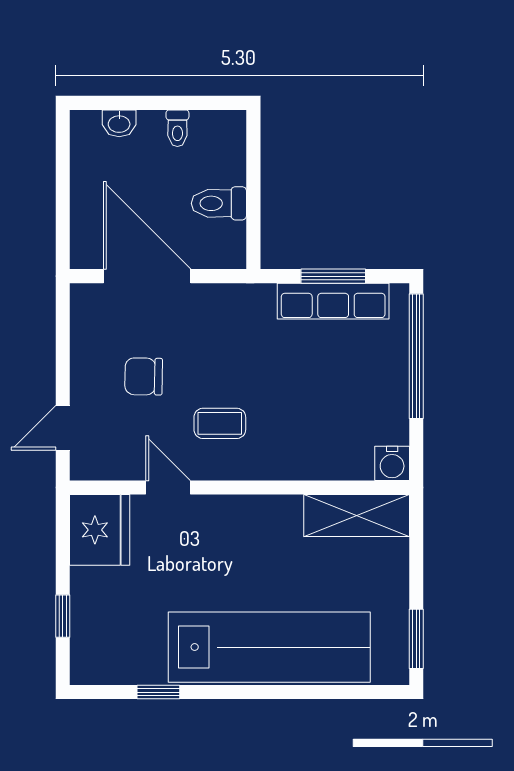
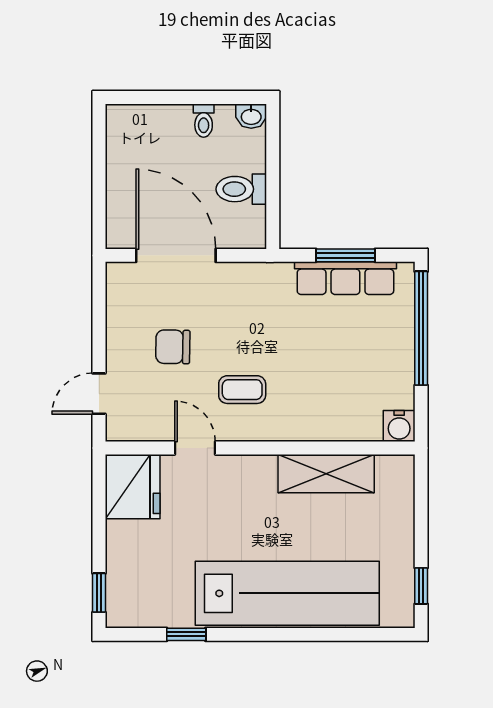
washbasin: (119, 123) -> (251, 116), moved
shelving: (357, 516) -> (326, 474), moved
window: (63, 616) -> (99, 593), moved
window: (416, 639) -> (421, 586), width x0.67

